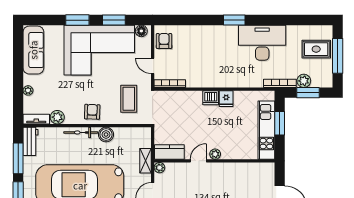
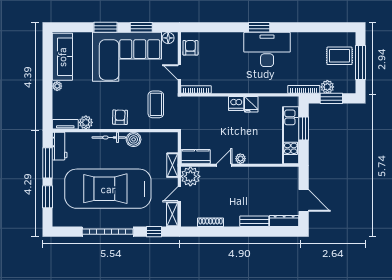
desk: (262, 43) -> (267, 49), moved
plant: (28, 90) -> (57, 86), moved
plant: (159, 168) -> (190, 176), width x1.87, depth x1.87

